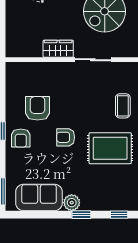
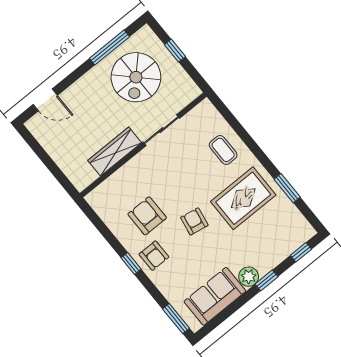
wardrobe: (58, 49) -> (115, 152), width x1.50
armchair: (66, 137) -> (194, 221), turned 100

